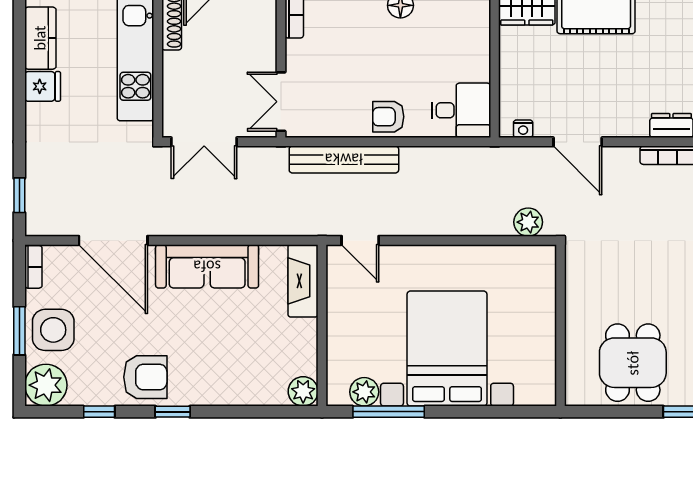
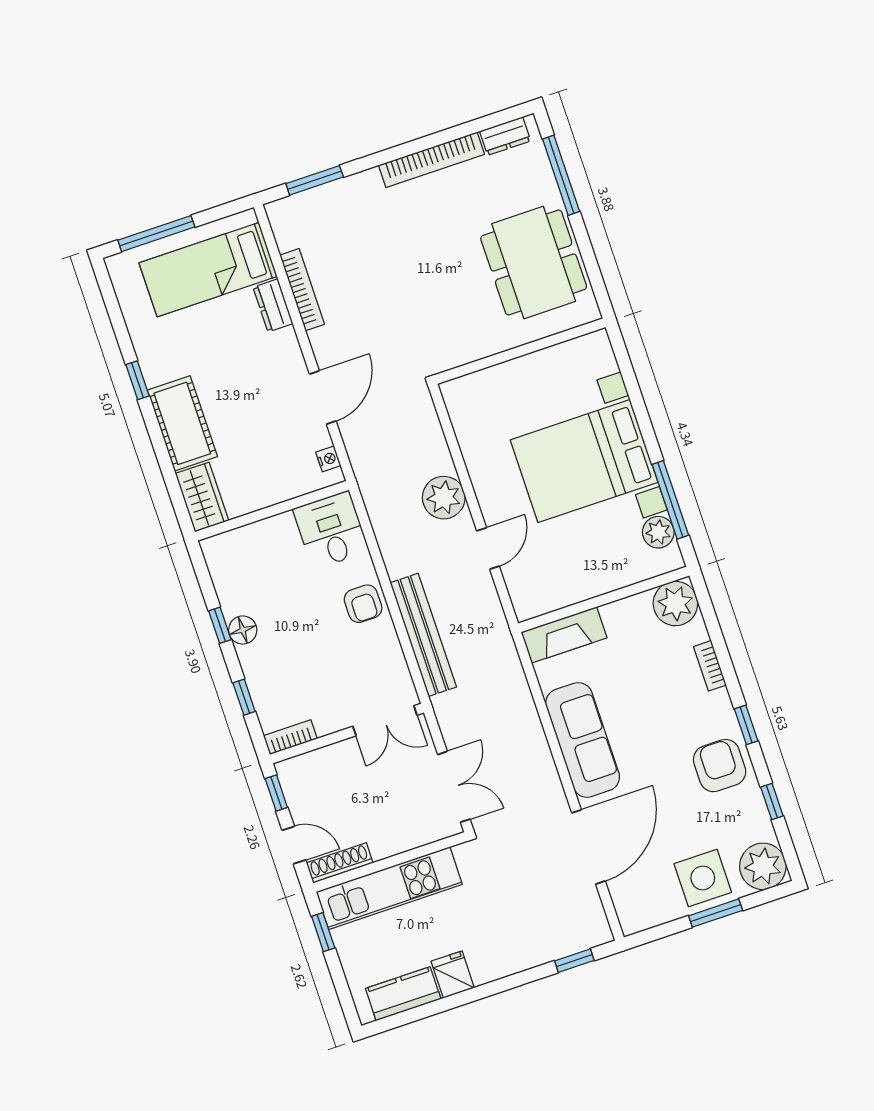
plant: (528, 222) -> (444, 498), moved, width x1.36, depth x1.36
door: (360, 240) -> (488, 548), moved
bookcase: (33, 267) -> (710, 666), moved, turned -90
dining table: (633, 363) -> (534, 263), width x1.37
plant: (303, 391) -> (675, 604), width x1.36, depth x1.36

